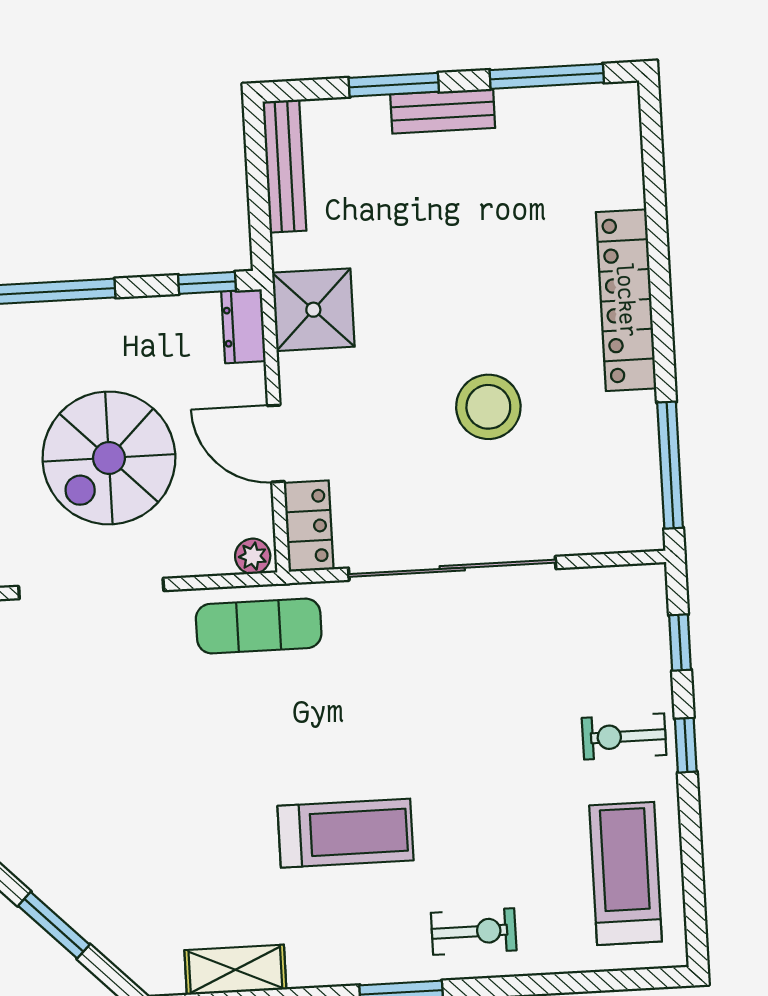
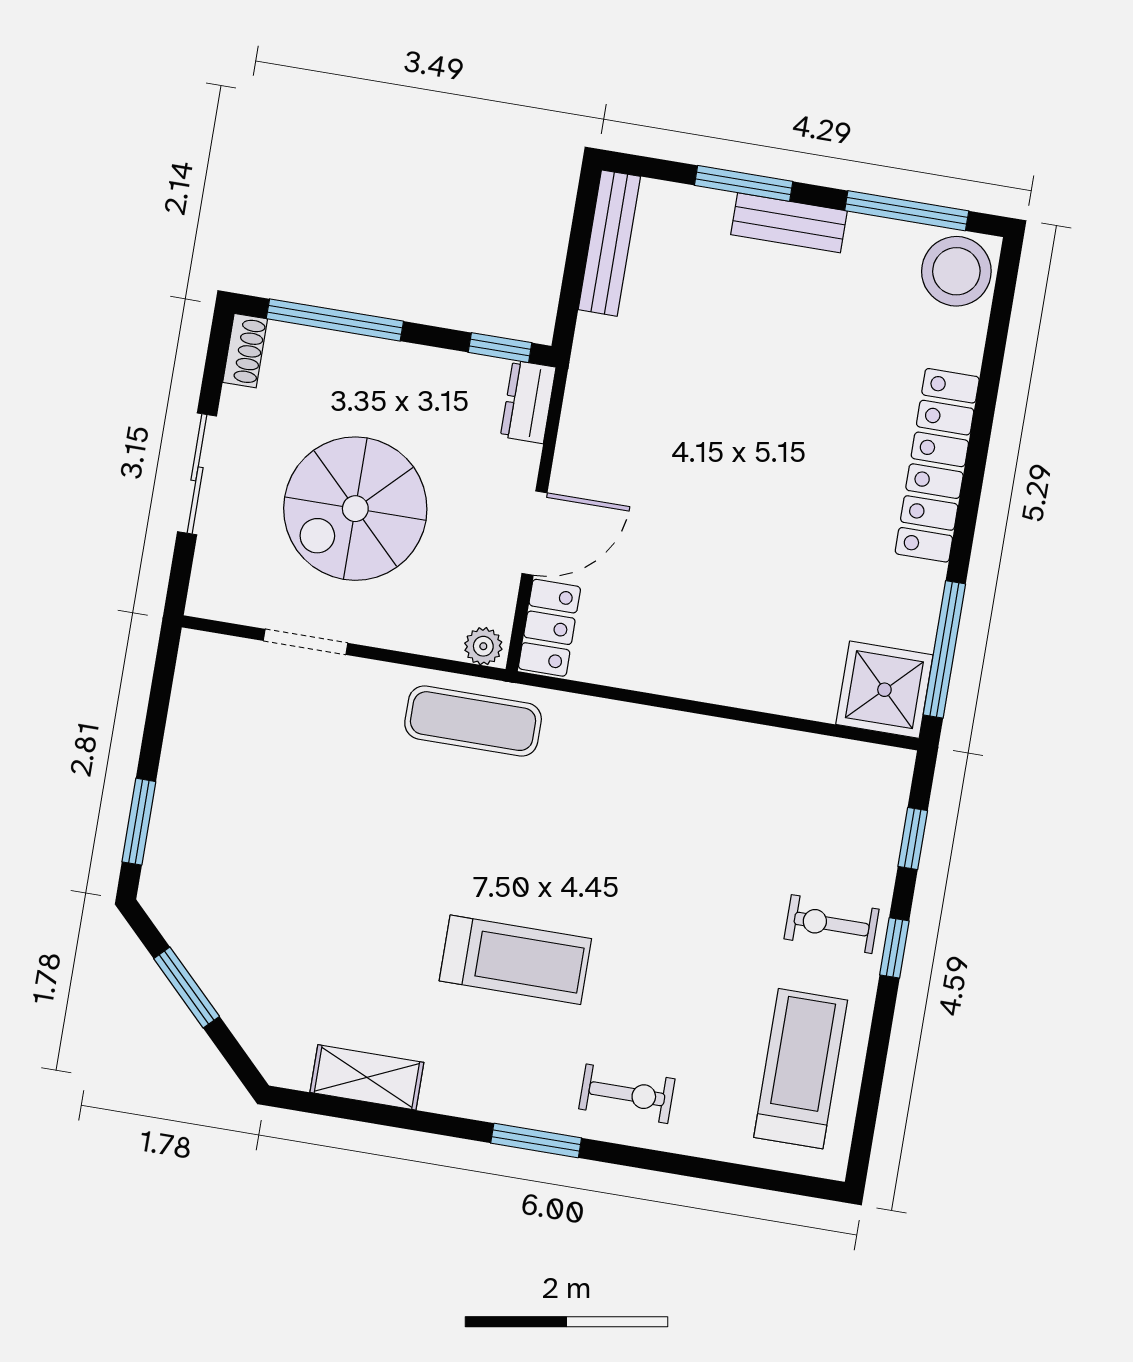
shower: (313, 310) -> (884, 690), moved
stool: (488, 407) -> (956, 271), moved
door: (276, 444) -> (534, 533), swing flipped
sliding door: (452, 568) -> (690, 706), removed
doorway: (91, 589) -> (306, 642), width x0.53

